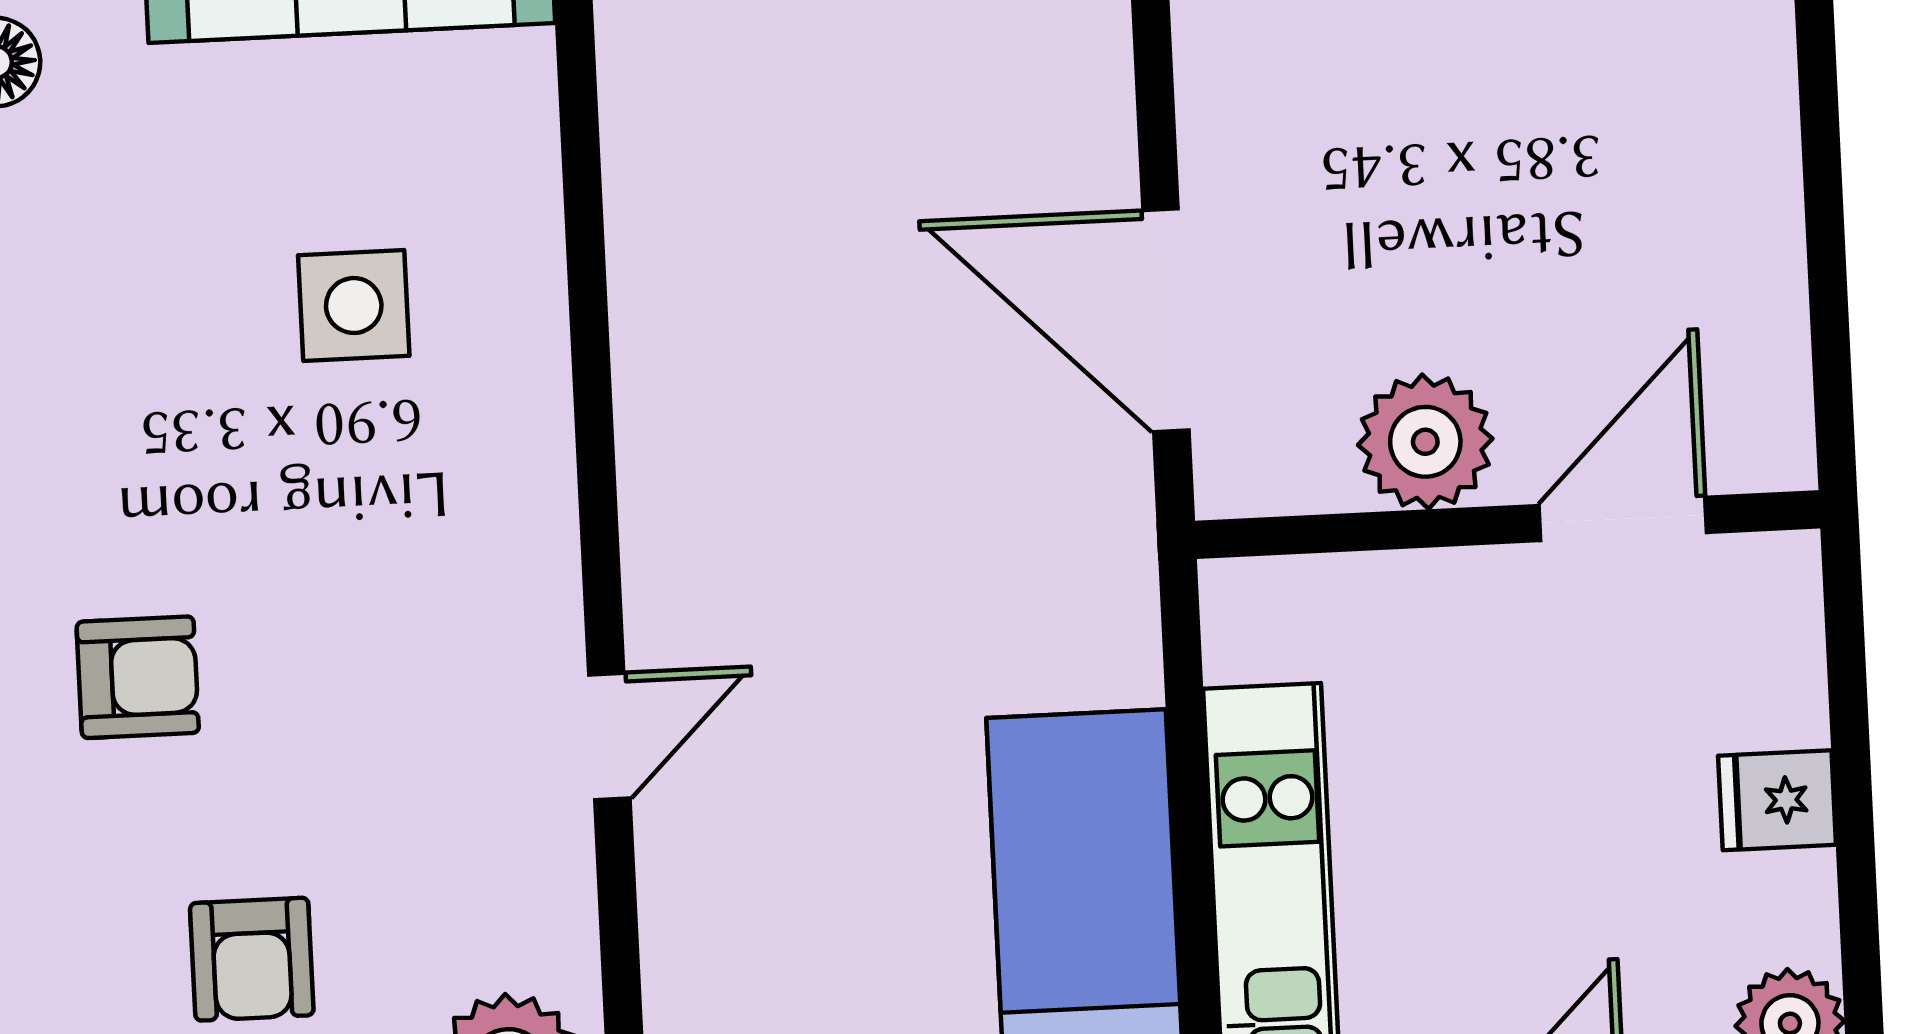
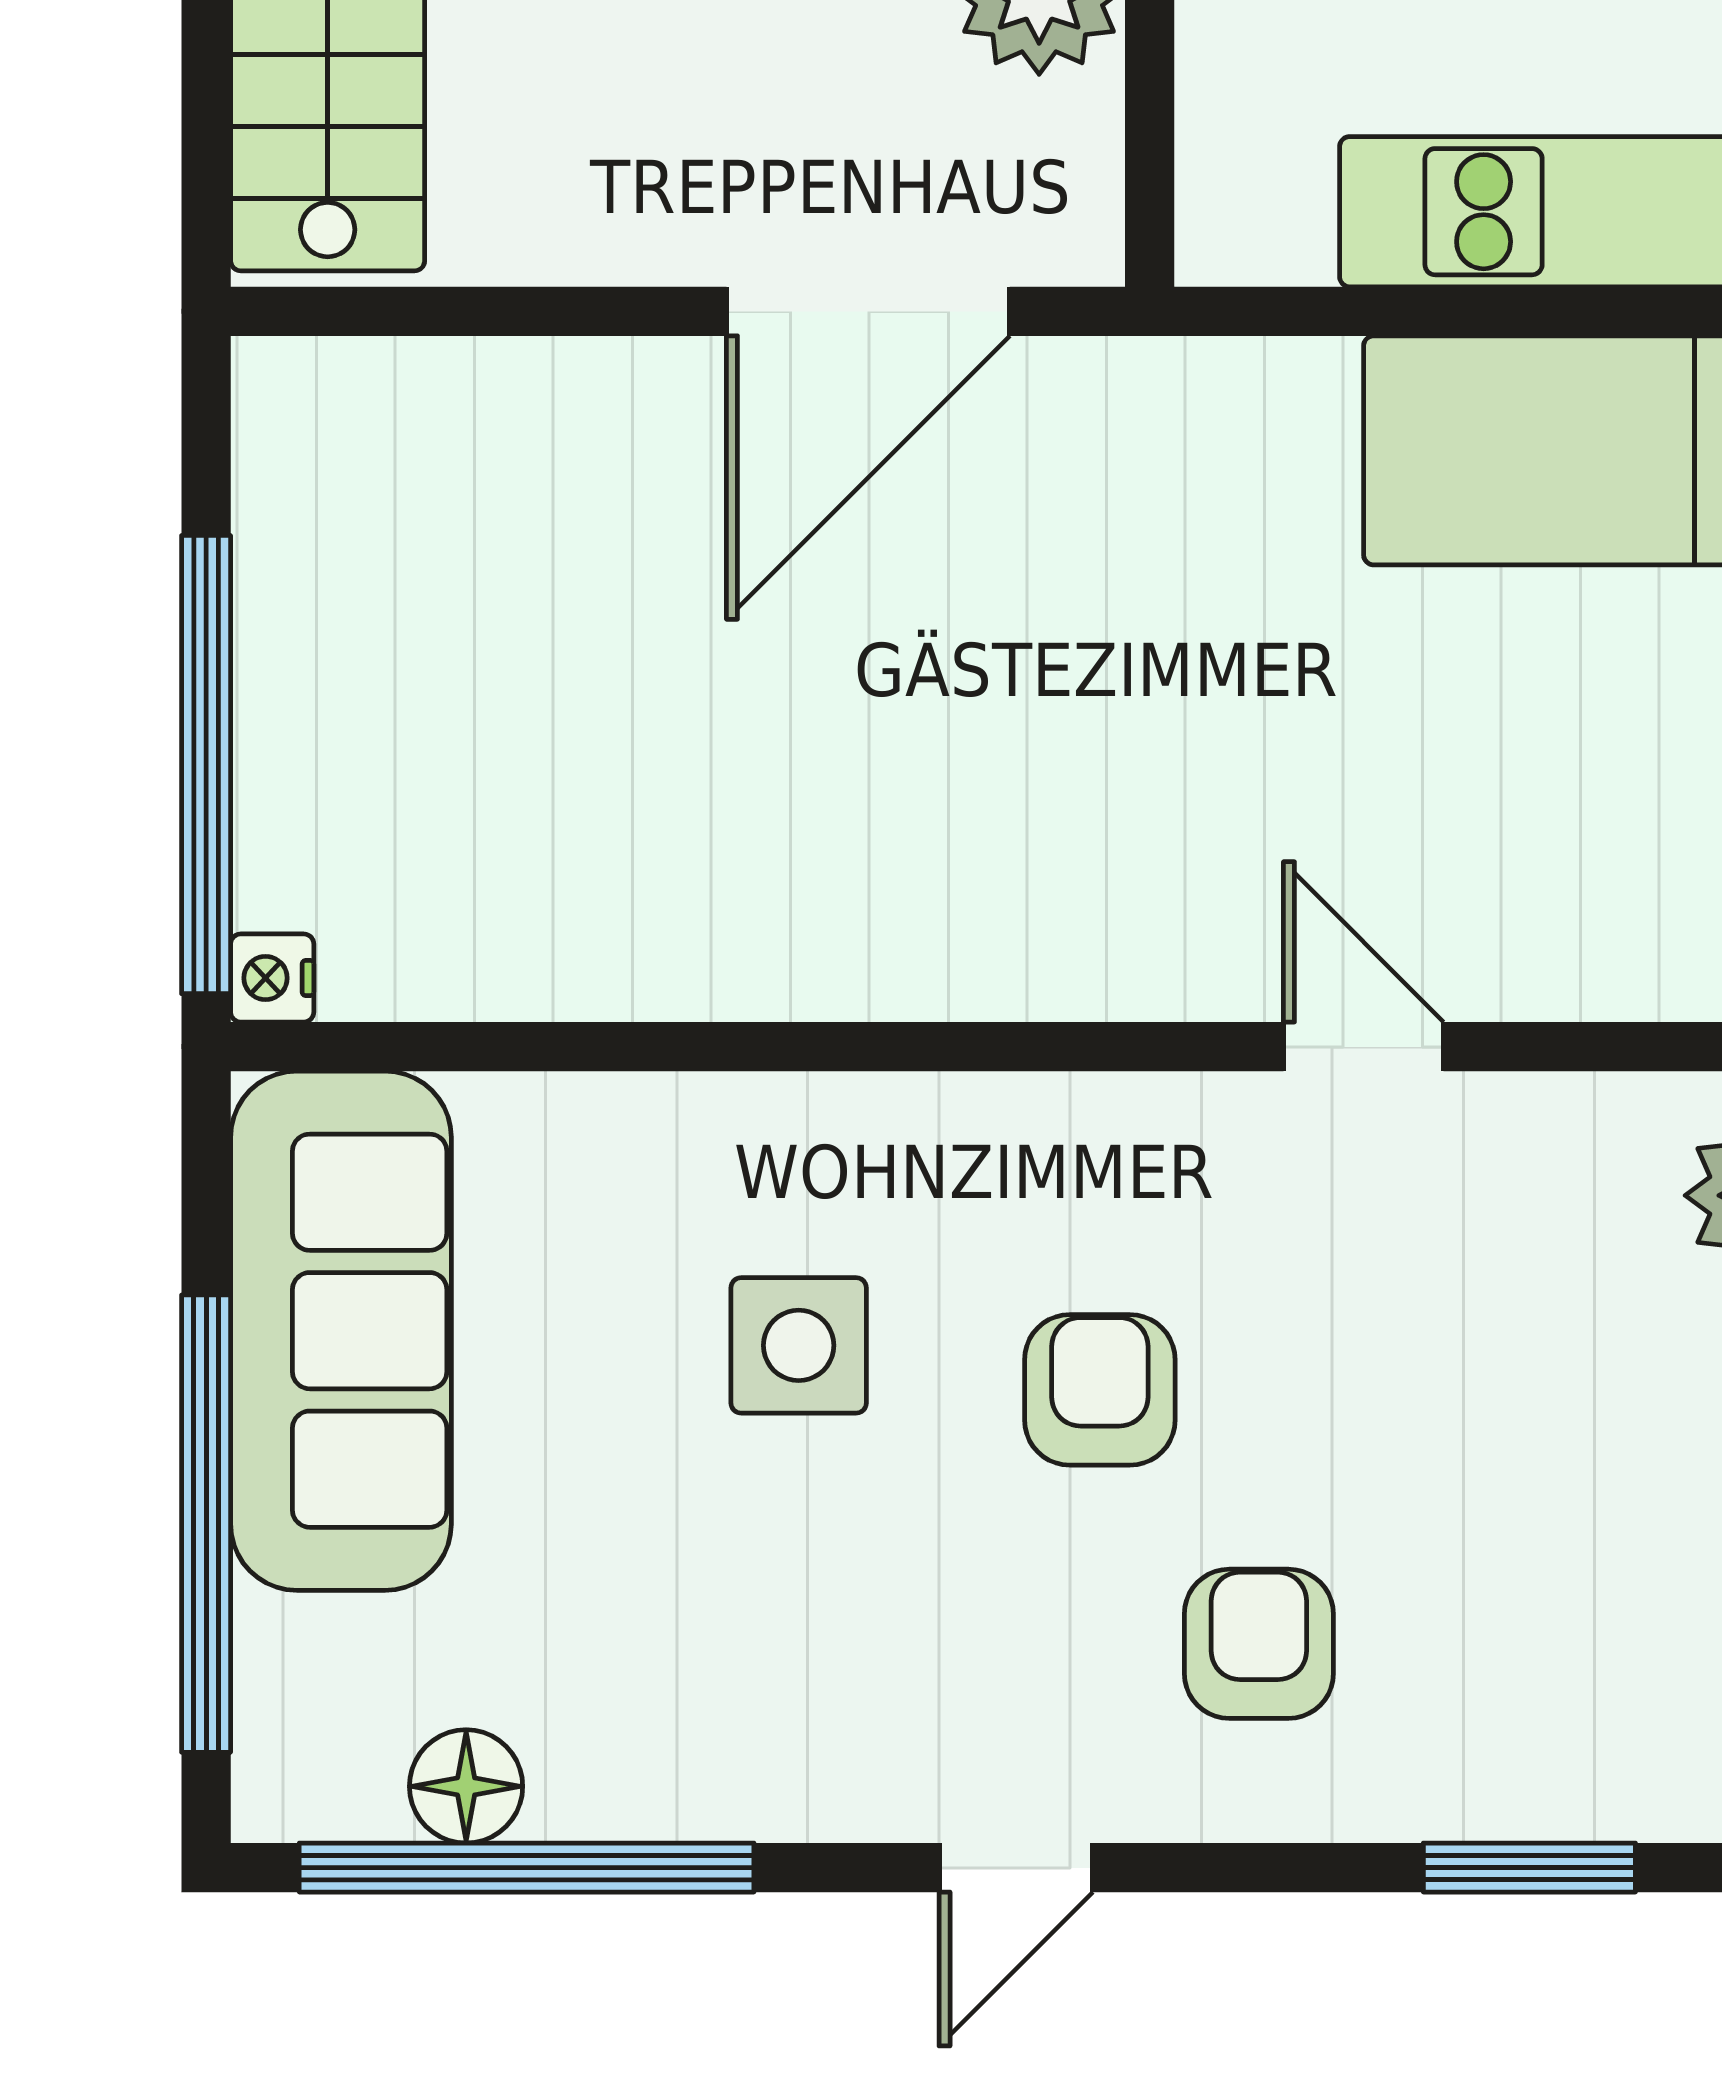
armchair: (252, 959) -> (1100, 1390), moved, turned -90

